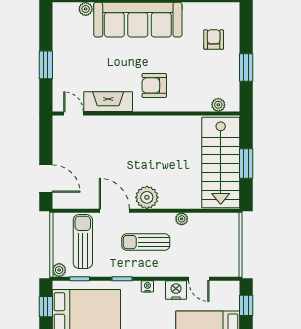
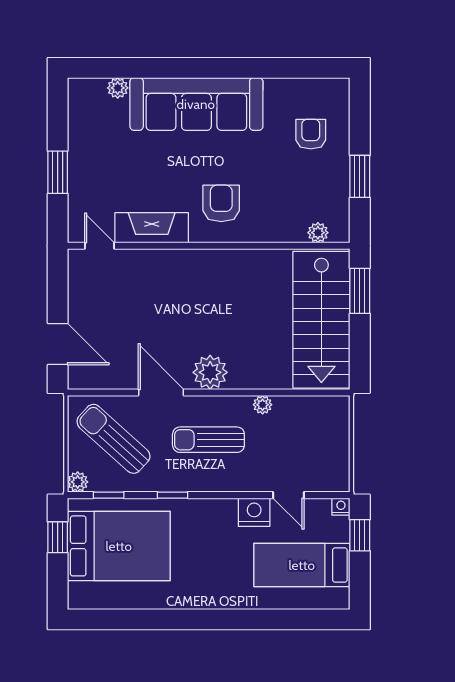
armchair: (154, 85) -> (221, 203), turned 90
window: (246, 164) -> (360, 291), moved
sun lounger: (83, 241) -> (113, 439), turned -48
nightstand: (147, 286) -> (341, 507), moved

